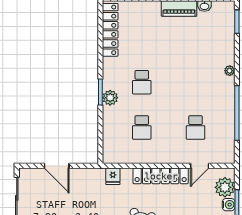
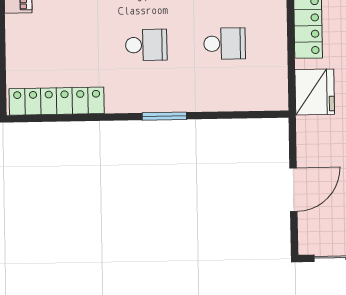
plant: (110, 98) -> (174, 99), removed
fridge: (113, 176) -> (315, 92), width x1.88, depth x1.34

